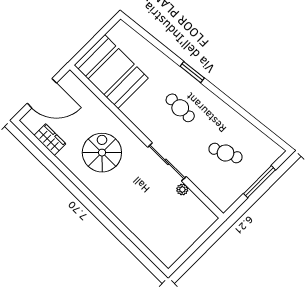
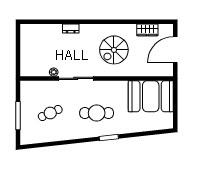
cafe table: (180, 108) -> (97, 113), width x1.37, depth x1.35
spiral stairs: (102, 153) -> (114, 50), turned 90
dresser: (123, 215) -> (71, 28), added

